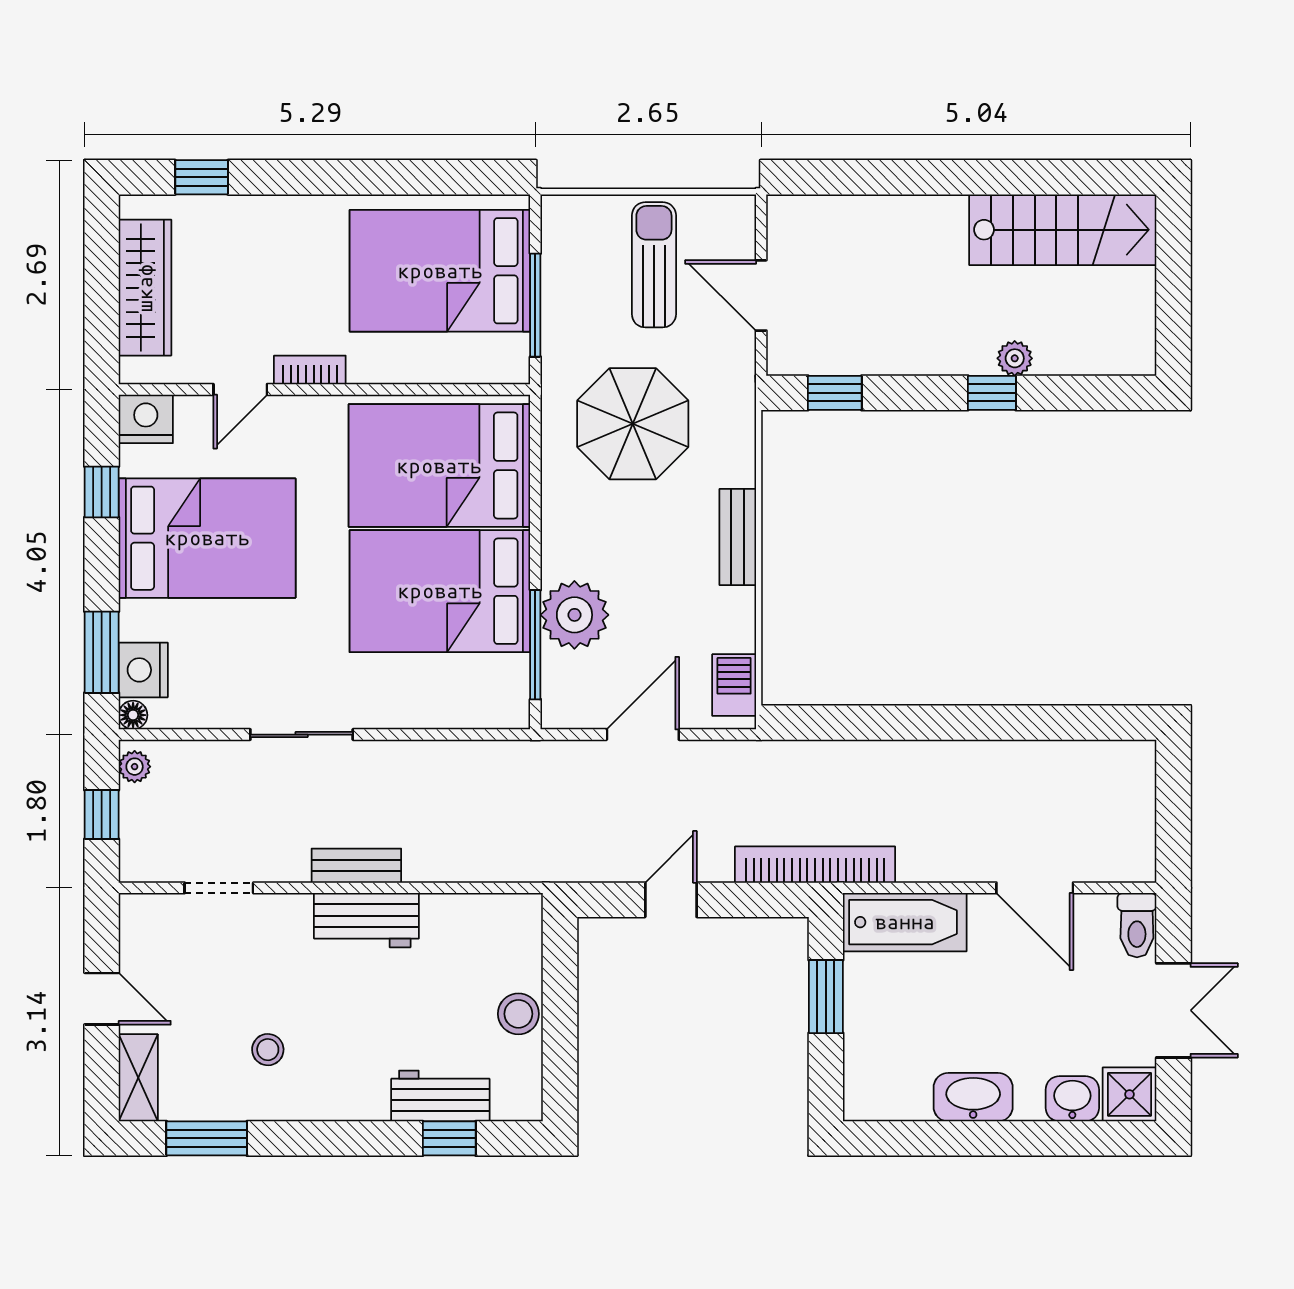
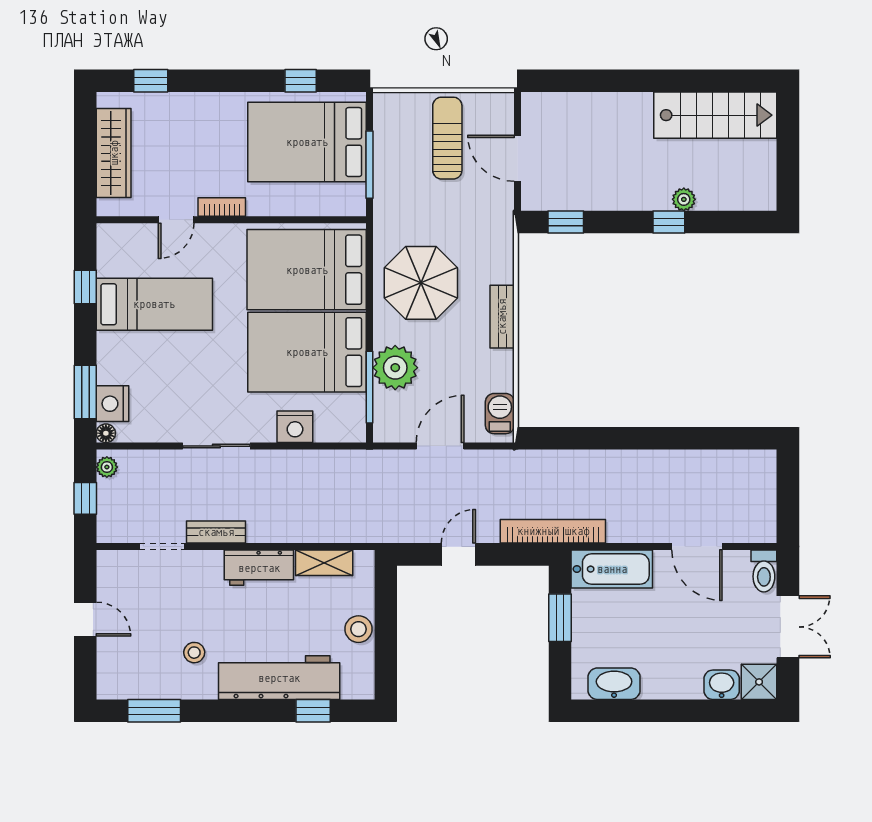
window: (430, 177) -> (301, 81), added
nightstand: (146, 419) -> (295, 427), moved, turned 180
parasol: (633, 424) -> (421, 283), moved
bed: (207, 538) -> (154, 304), width x0.67
bench: (356, 866) -> (216, 532), moved
shelving: (138, 1078) -> (324, 563), moved, turned 90
workbench: (440, 1096) -> (279, 678), width x1.87, depth x1.32
washbasin: (973, 1097) -> (614, 684), moved

